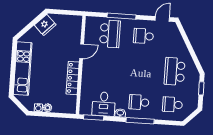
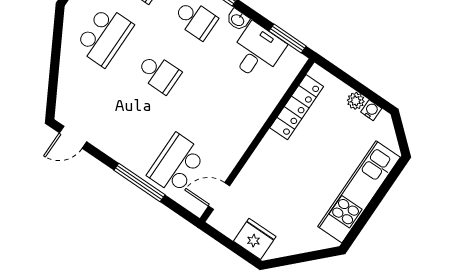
fridge: (45, 25) -> (255, 239), moved, turned 45
school desk: (143, 36) -> (159, 73), moved
door: (82, 51) -> (219, 196), moved
locker: (73, 78) -> (297, 107), moved

